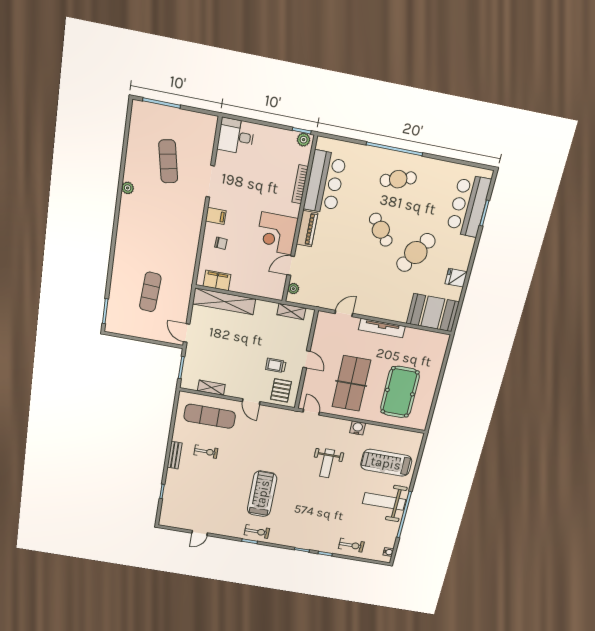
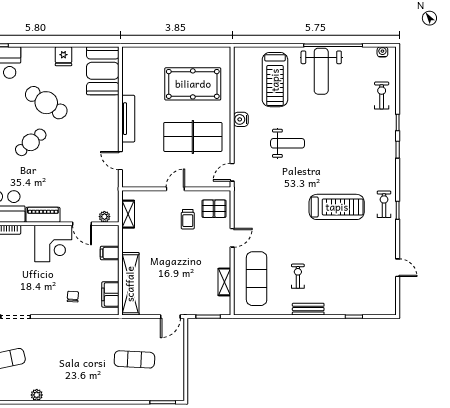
filing cabinet: (216, 216) -> (110, 253), moved, turned -90
treadmill: (262, 494) -> (337, 207), turned 180

